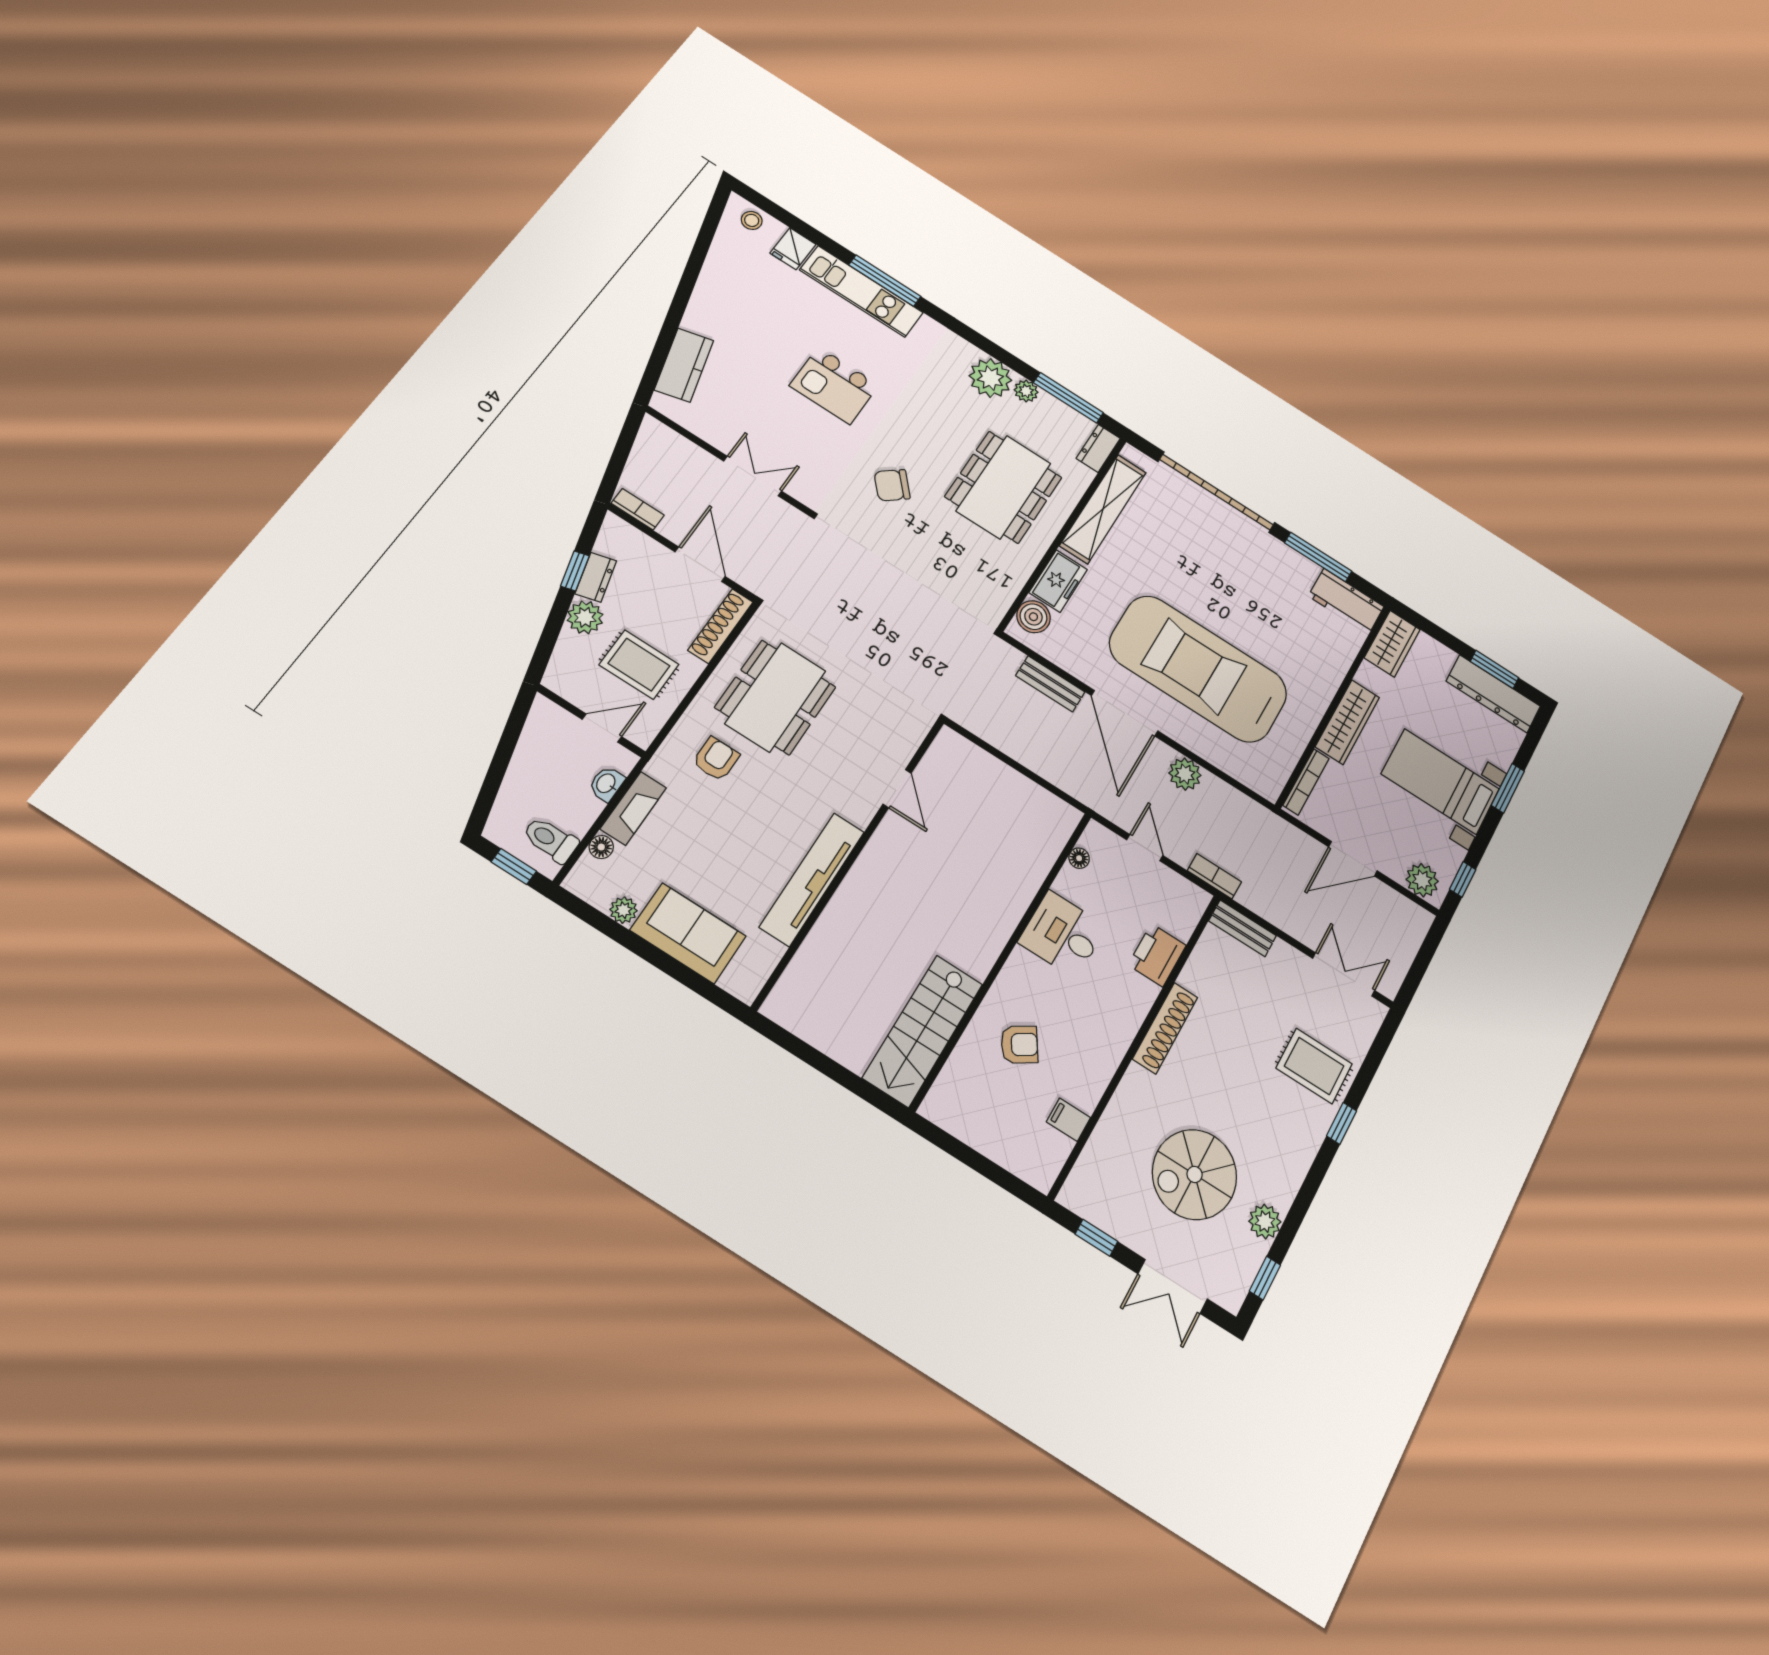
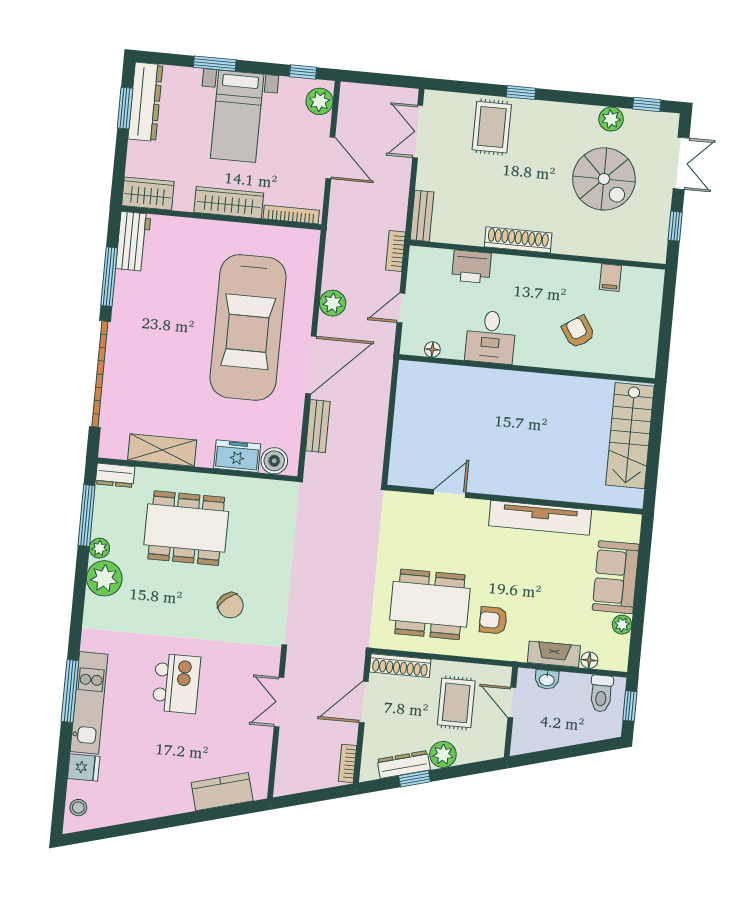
shelving: (1103, 509) -> (162, 450), width x0.68
dresser: (596, 577) -> (404, 765), width x1.44
stairs: (923, 1031) -> (630, 436), moved, turned 90

